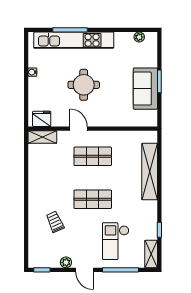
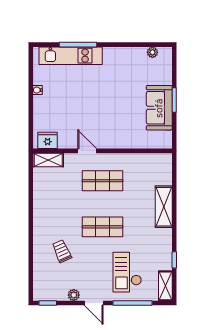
kitchen unit: (74, 40) -> (71, 56), width x0.73
round table: (84, 85) -> (93, 104), removed
shelving: (150, 171) -> (164, 207), width x0.68

